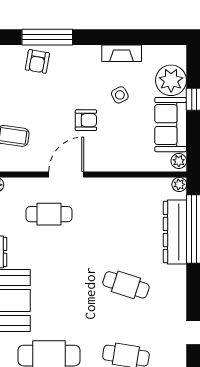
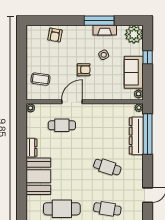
window: (47, 37) -> (99, 21), moved
plant: (171, 80) -> (134, 34), moved

